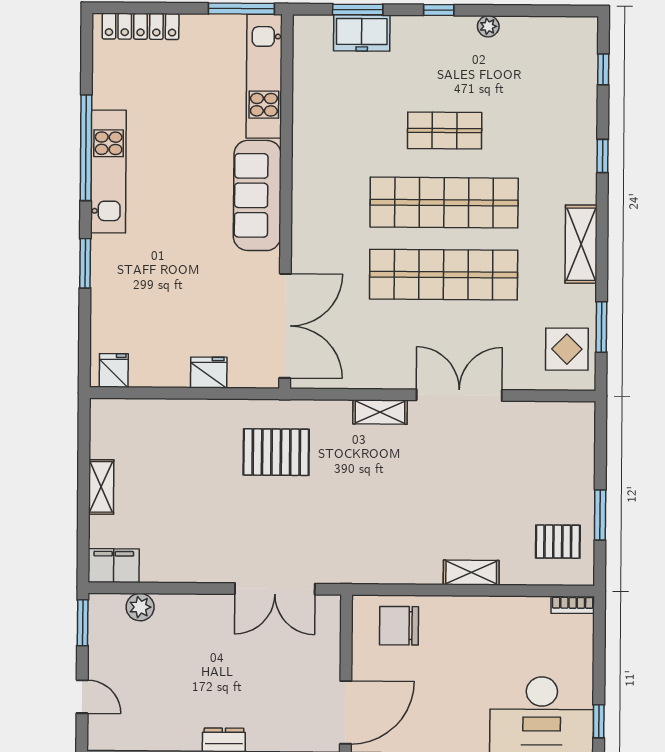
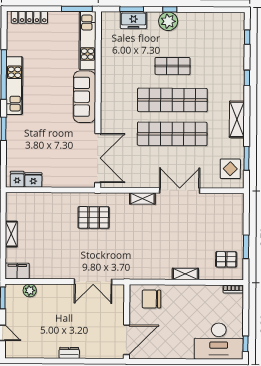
plant: (488, 26) -> (168, 21), moved, width x1.88, depth x1.88
fridge: (209, 373) -> (33, 180), moved

